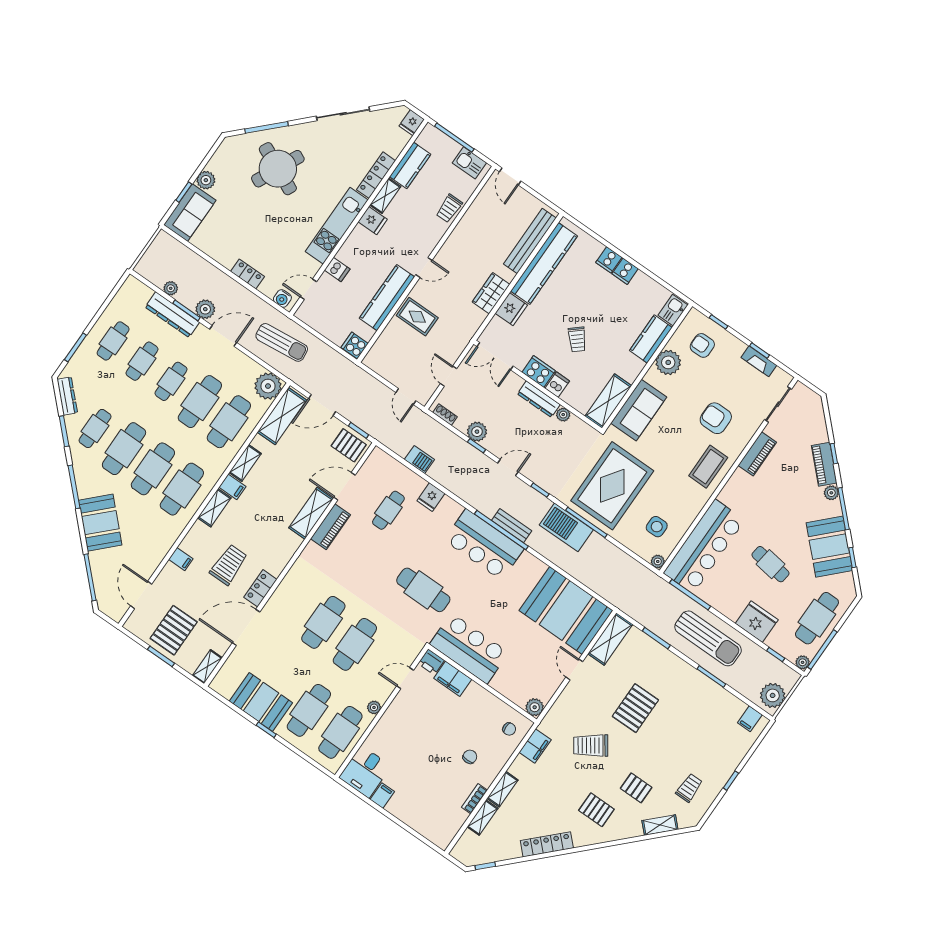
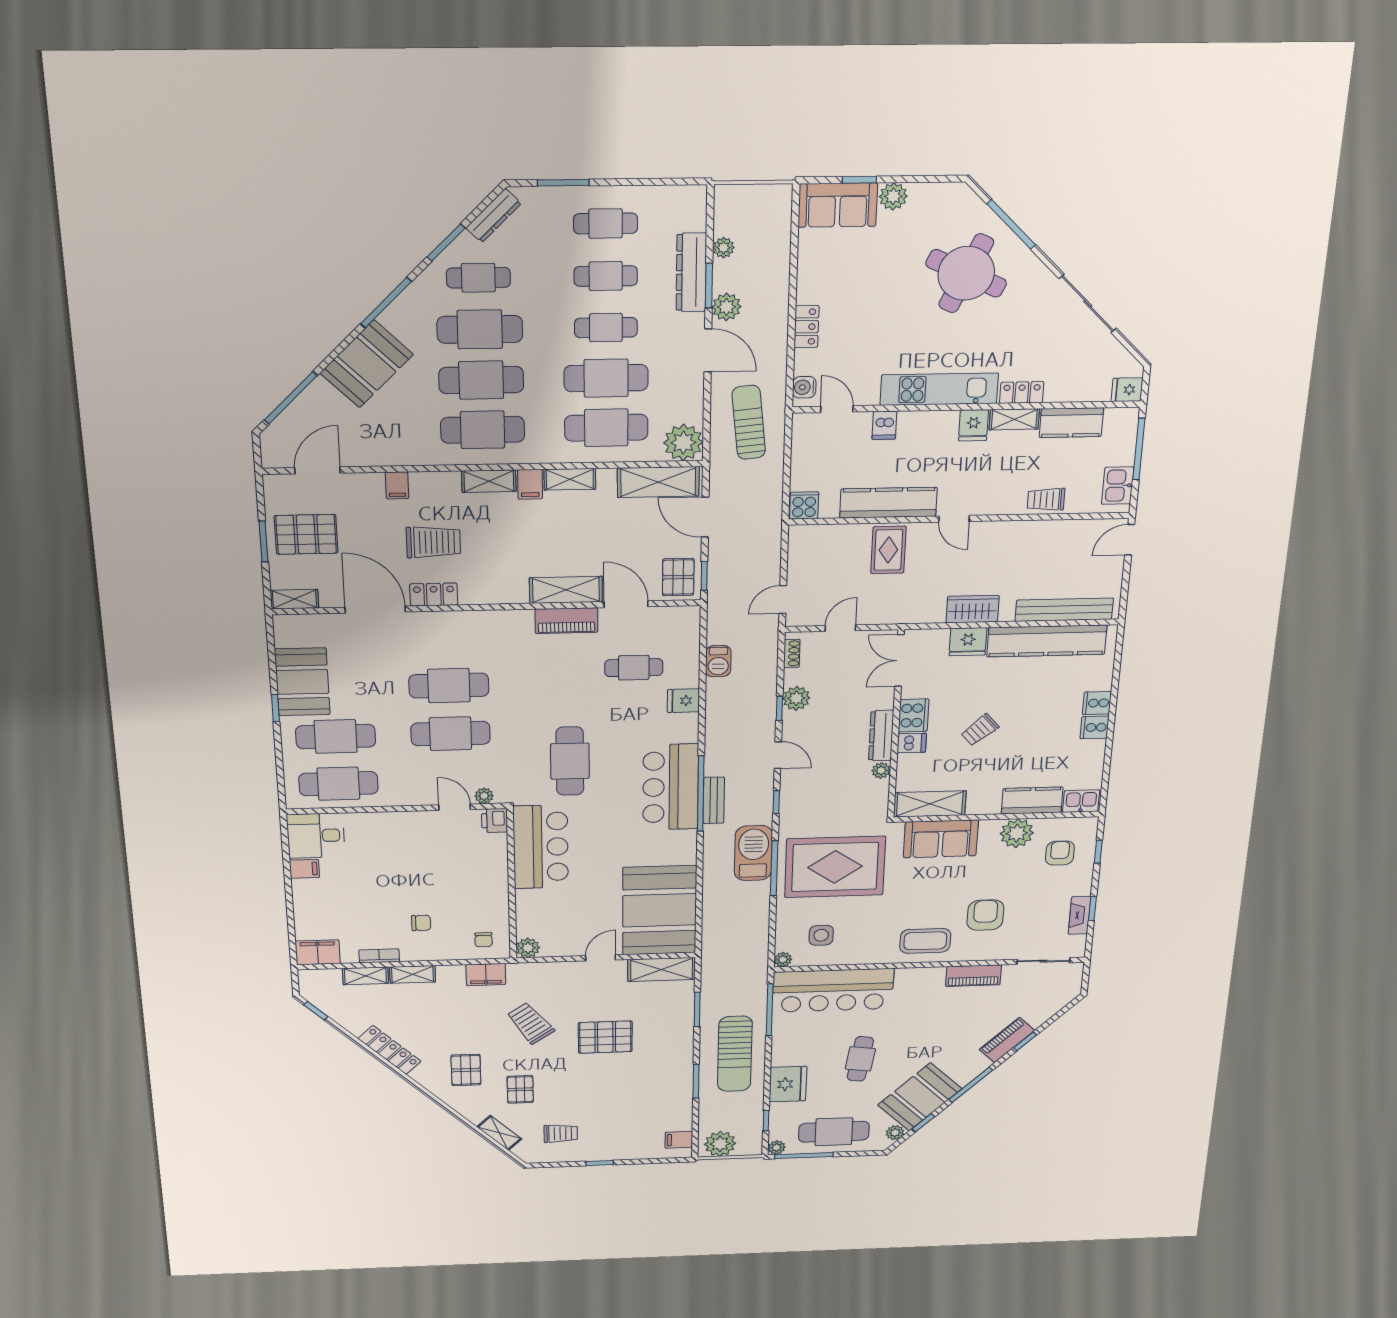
locker: (376, 175) -> (1022, 393), width x0.66
sun lounger: (282, 342) -> (749, 422), turned 180
plant: (831, 493) -> (895, 1133), moved
filing cabinet: (453, 679) -> (318, 952), moved, turned 90
plant: (374, 707) -> (484, 796), moved

